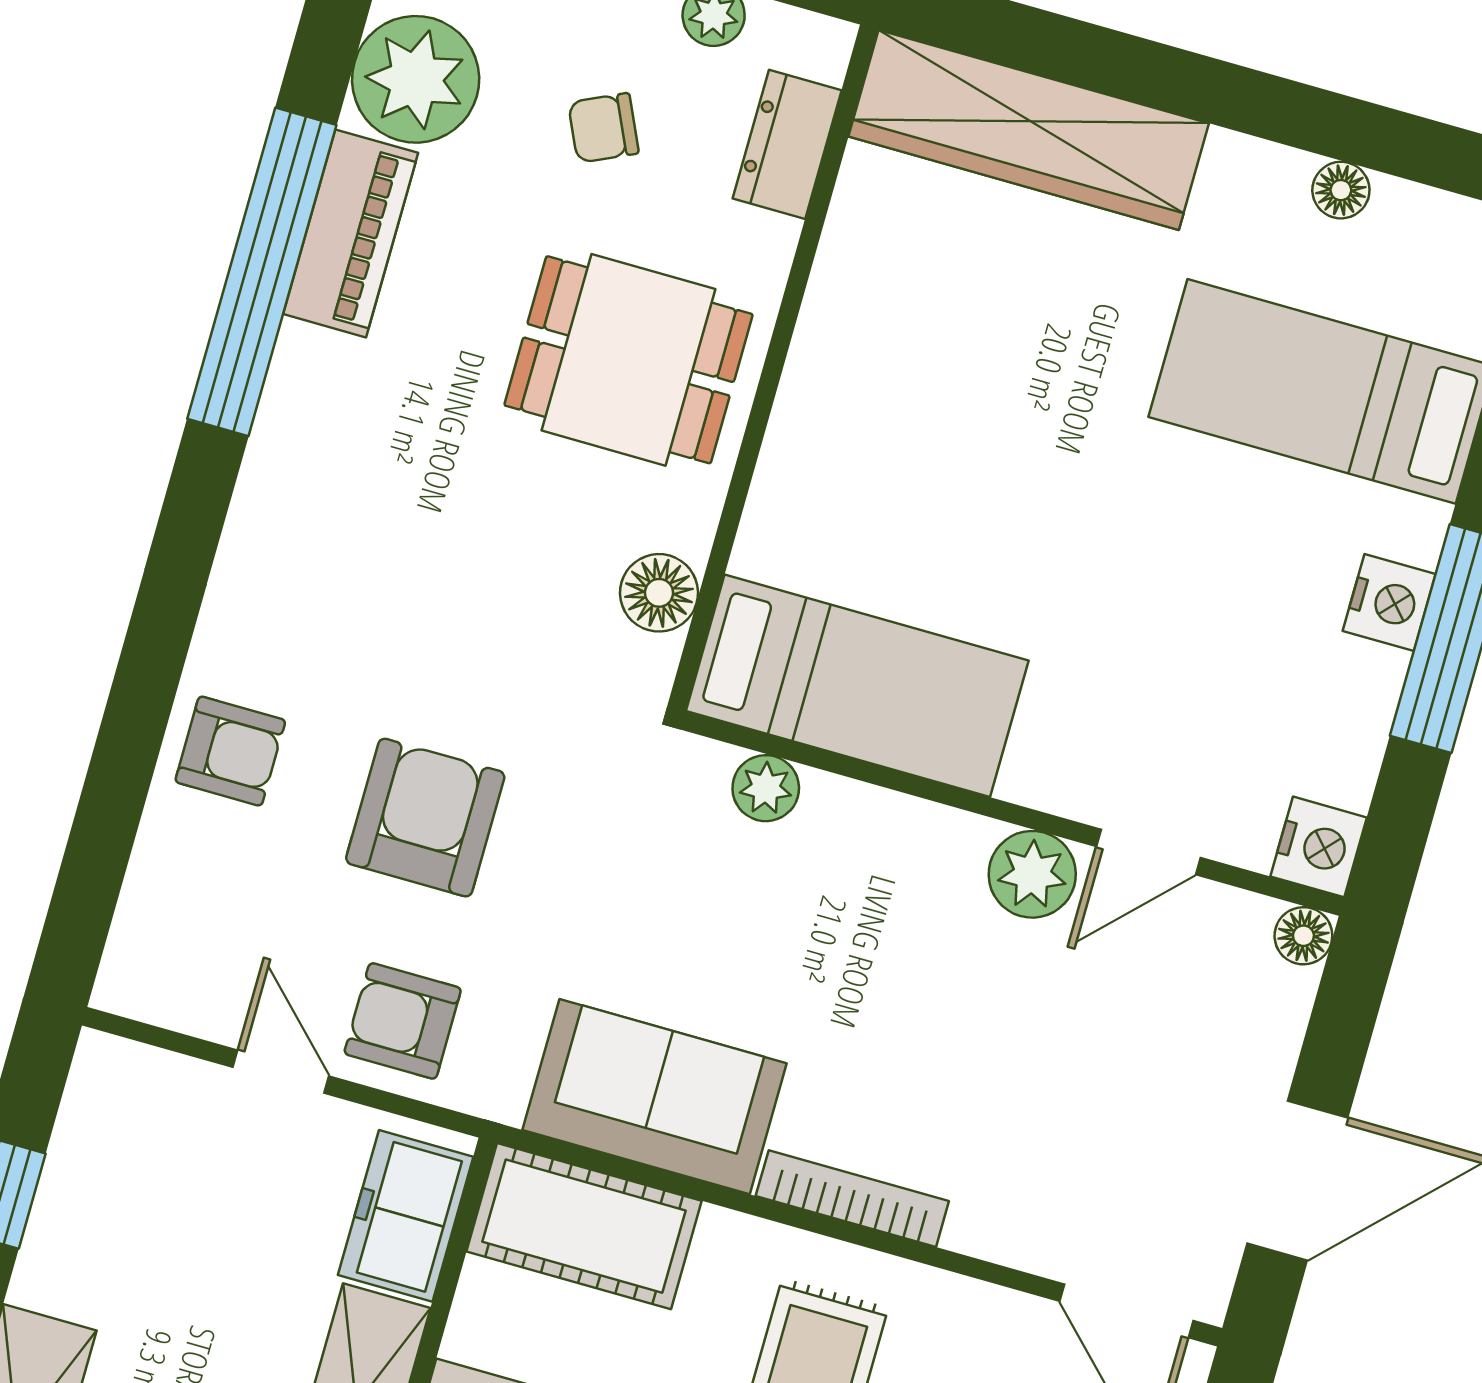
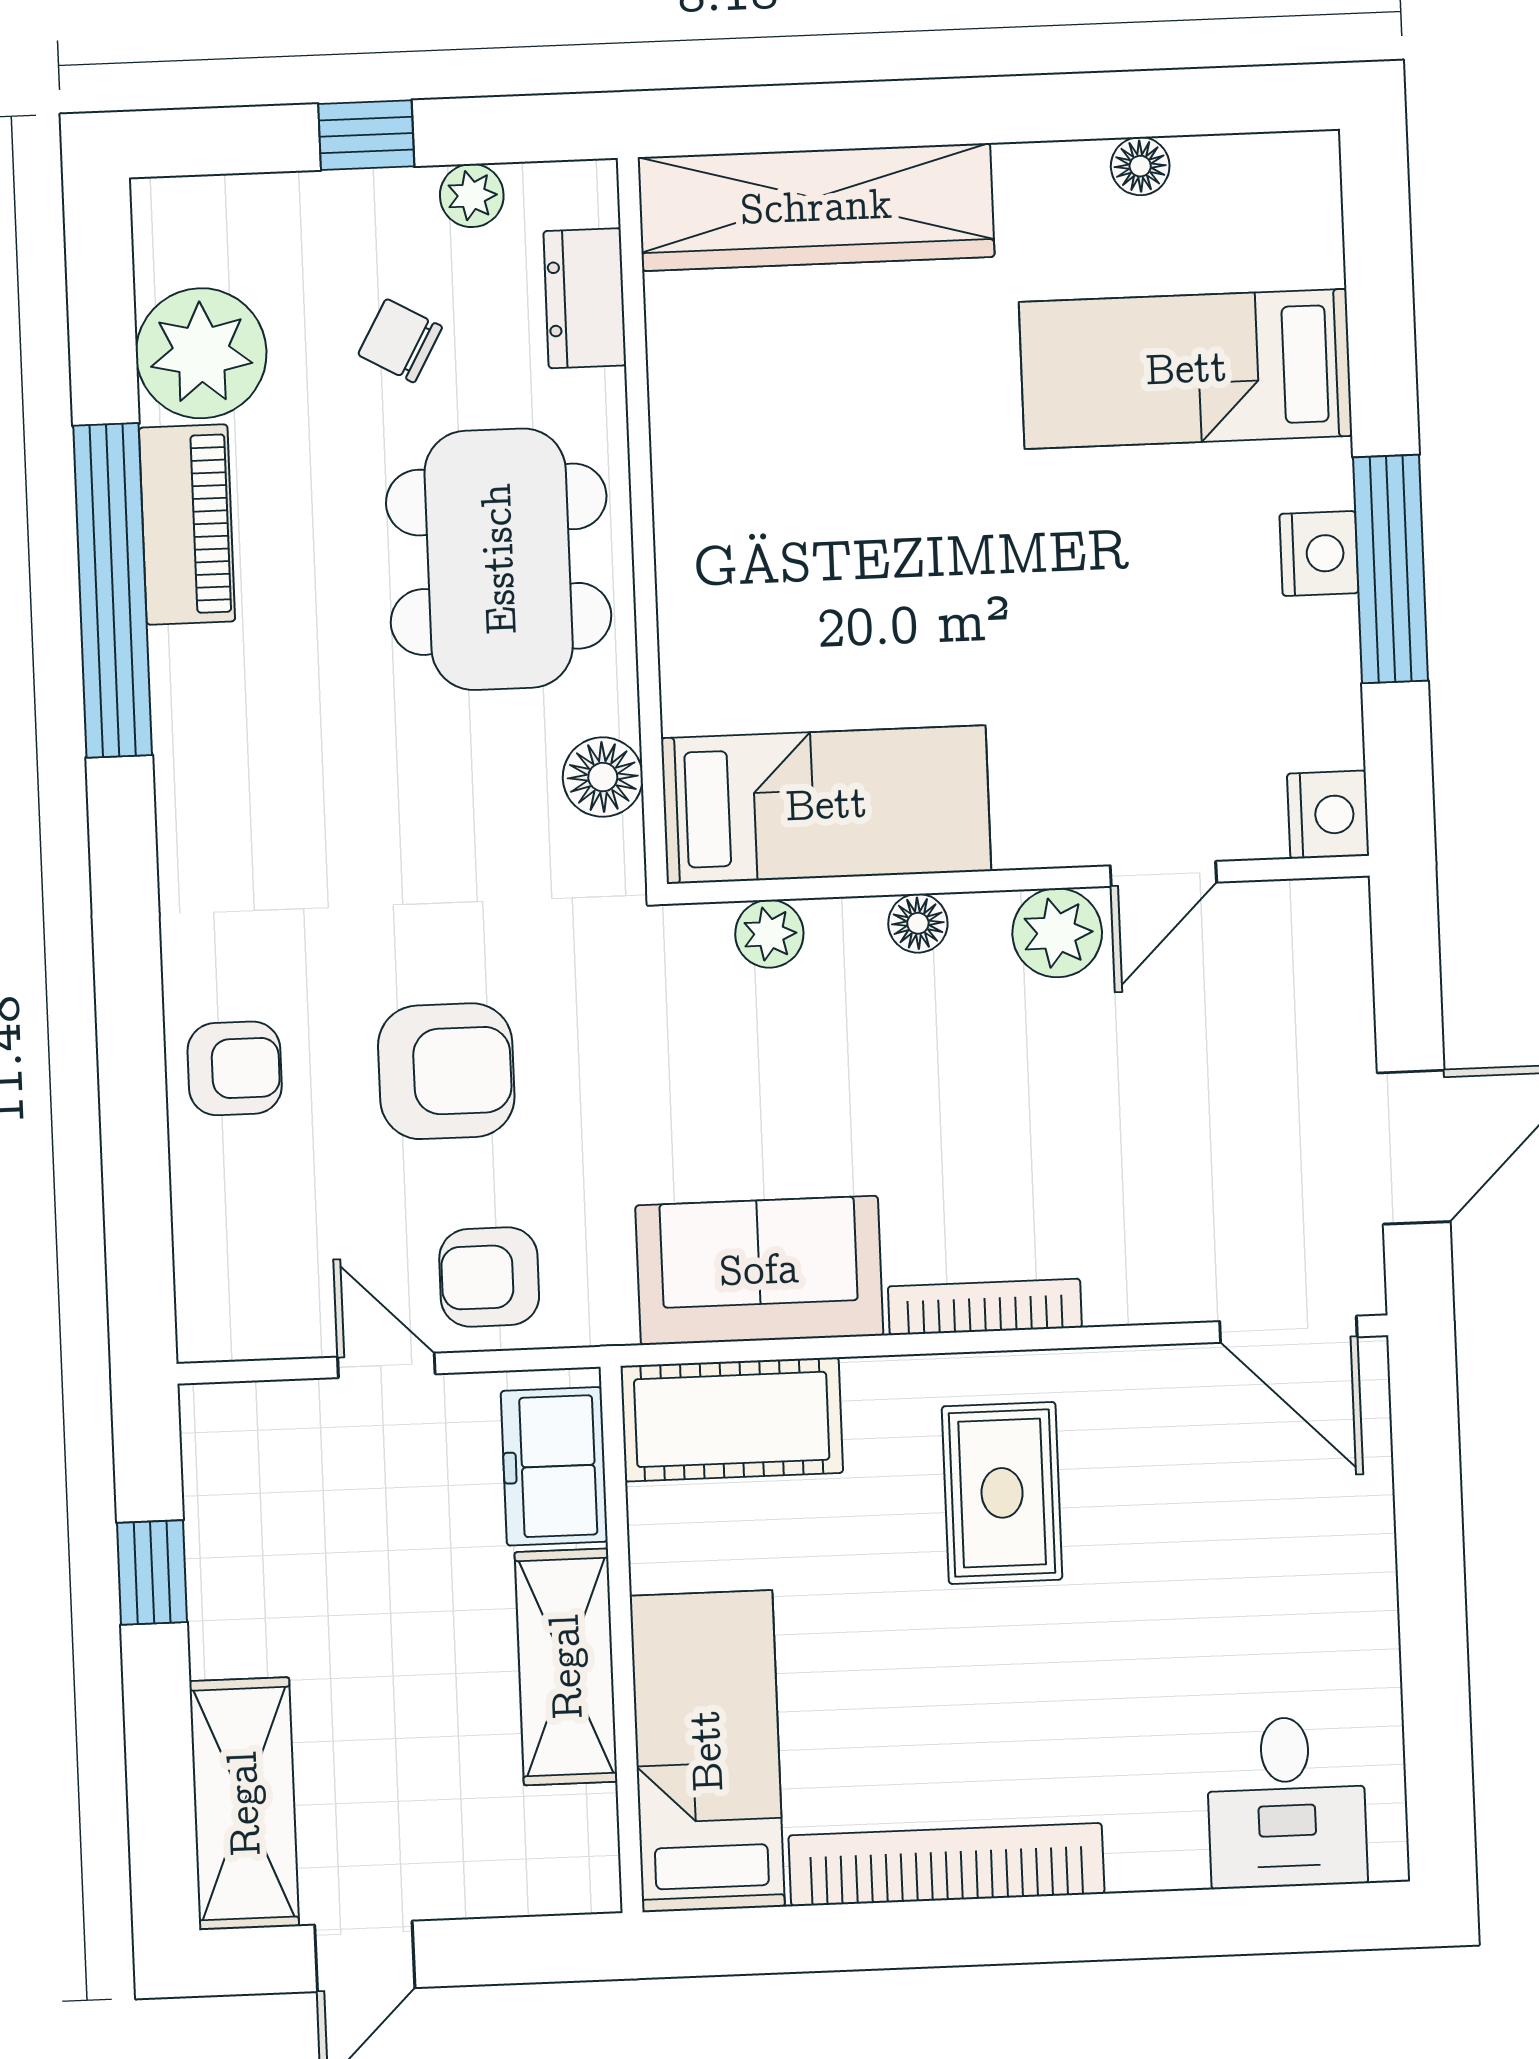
chair: (603, 128) -> (400, 341), turned 54
dining table: (628, 360) -> (499, 559), width x1.38
armchair: (425, 818) -> (446, 1071), turned 90
floor lamp: (1303, 936) -> (918, 923), moved

